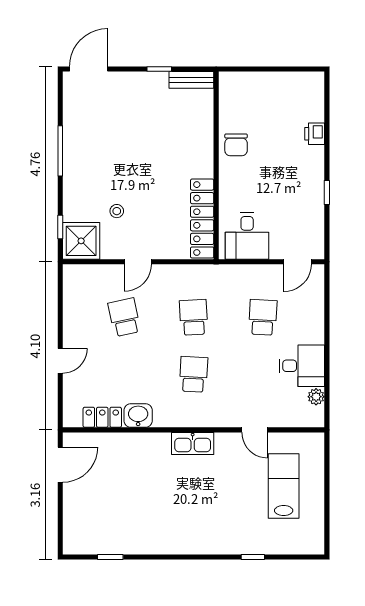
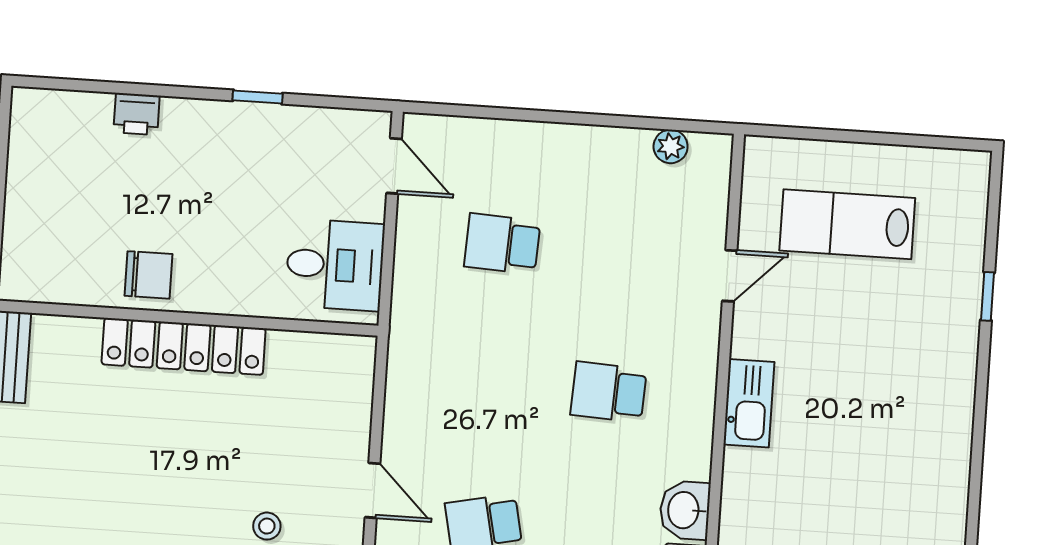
locker: (202, 219) -> (184, 346), moved
school desk: (194, 317) -> (493, 384), removed
desk: (302, 366) -> (606, 171), removed

